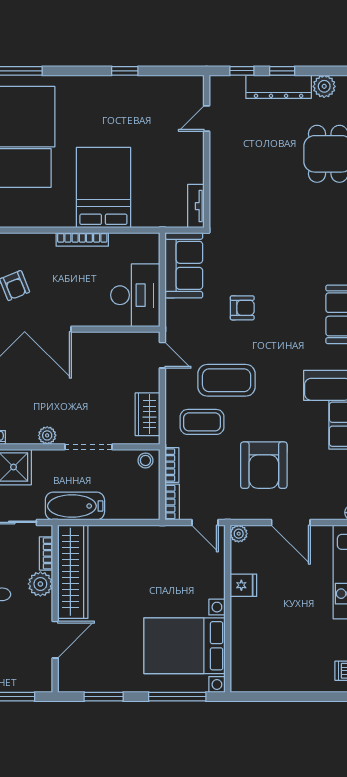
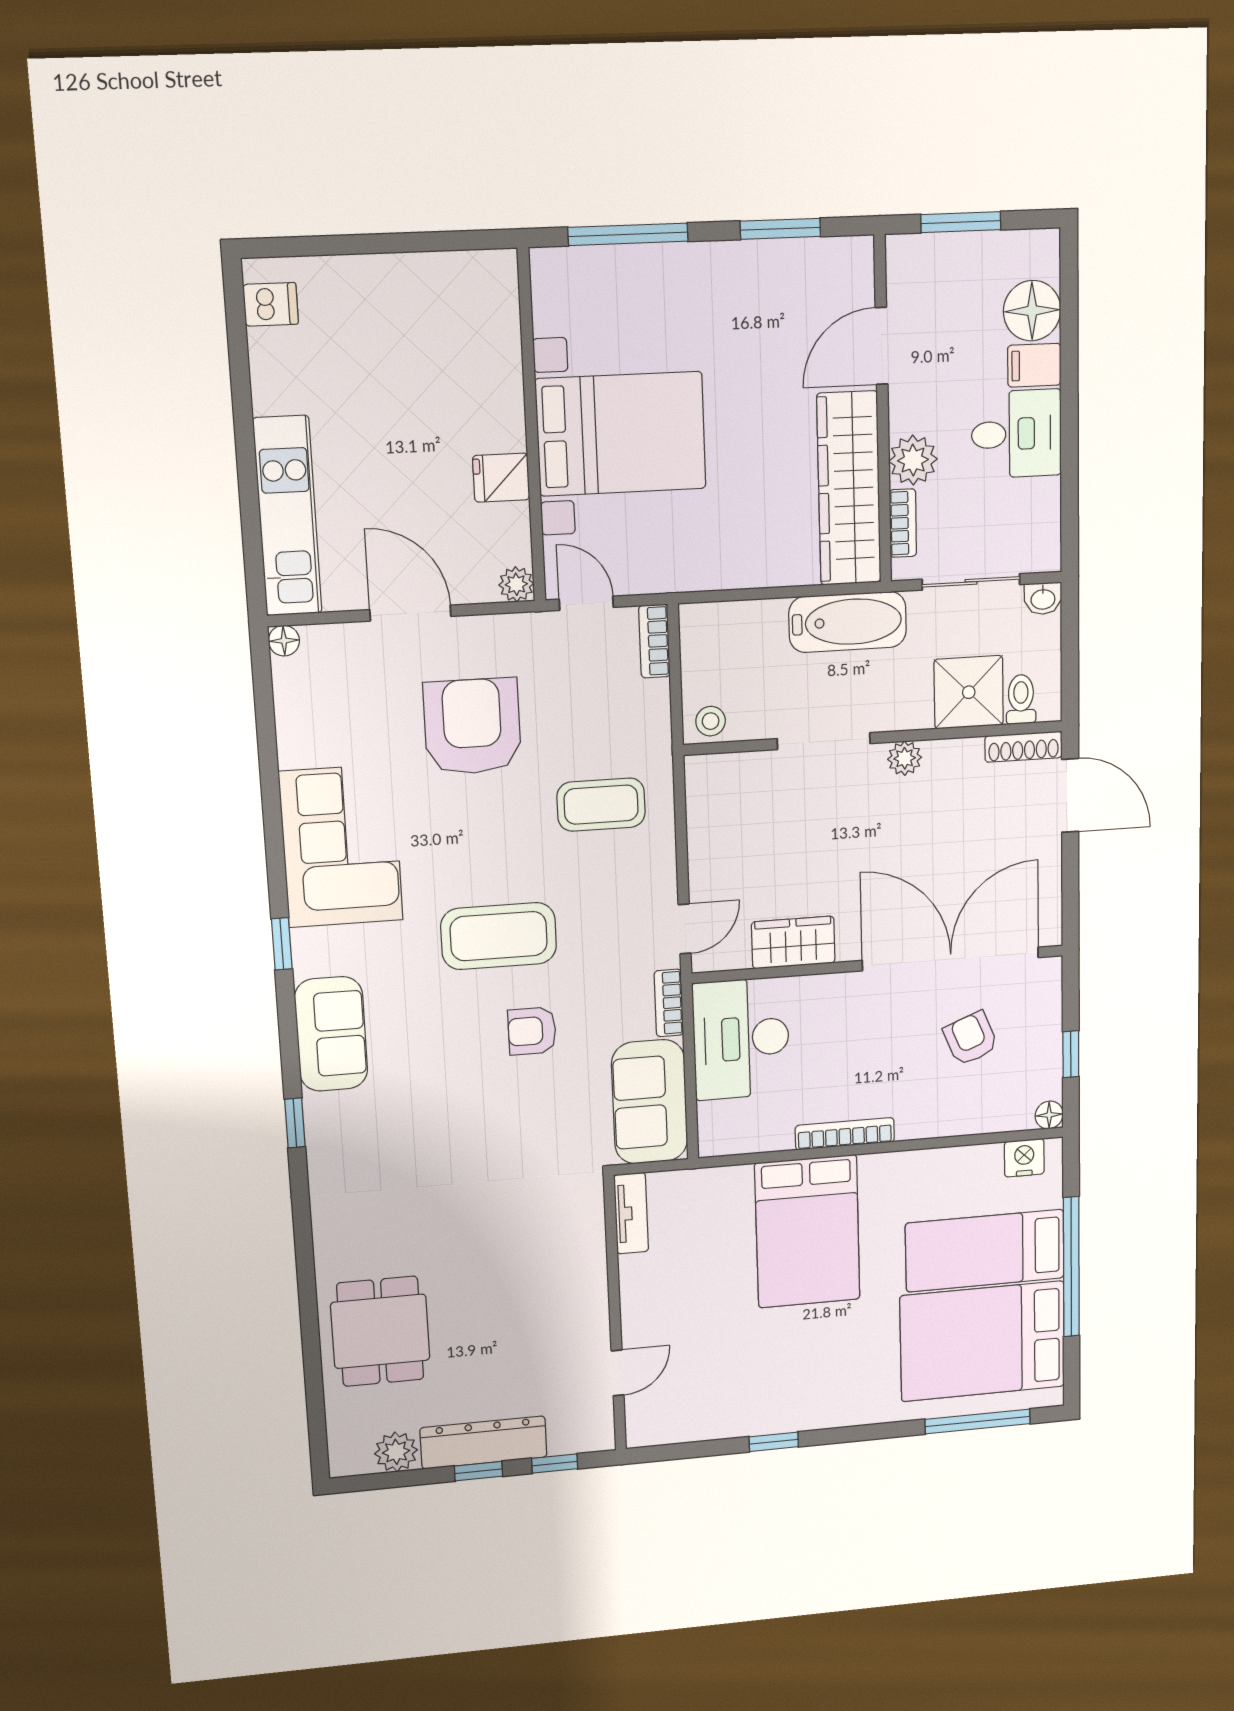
door: (162, 355) -> (685, 929), swing flipped
coffee table: (227, 380) -> (499, 936), moved
wardrobe: (147, 414) -> (793, 942), moved, turned -90
bookcase: (172, 465) -> (669, 1003), moved
bed with nightstands: (184, 646) -> (621, 434), moved

